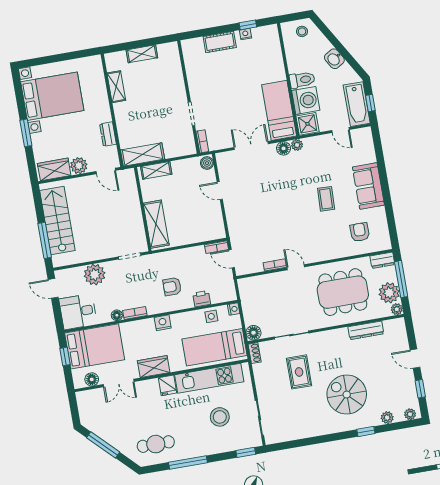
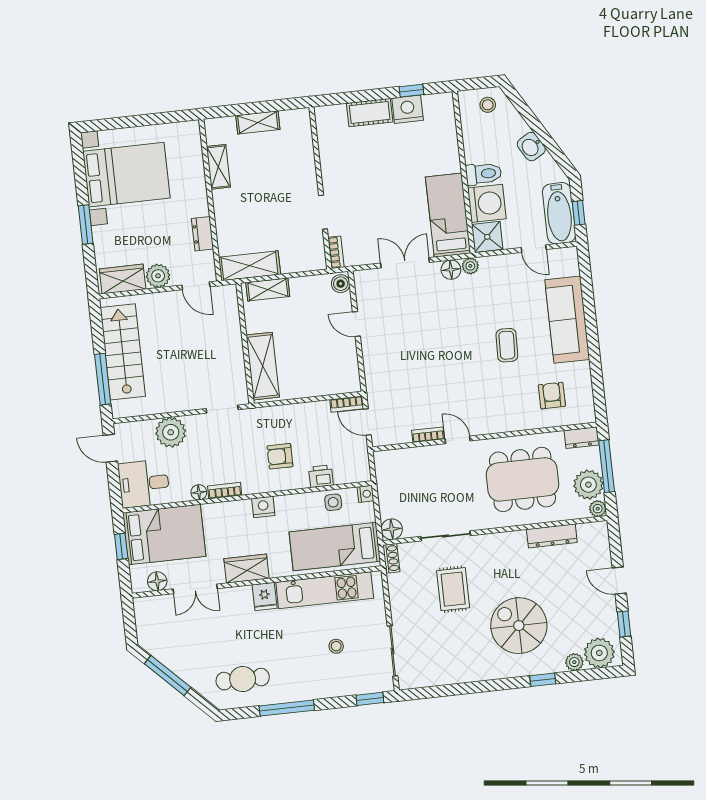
nightstand: (245, 34) -> (408, 109), width x1.89, depth x1.79
sofa: (368, 186) -> (567, 320), width x1.36
plant: (410, 414) -> (599, 653), width x1.88, depth x1.88
stool: (220, 417) -> (336, 646), width x0.53, depth x0.53

